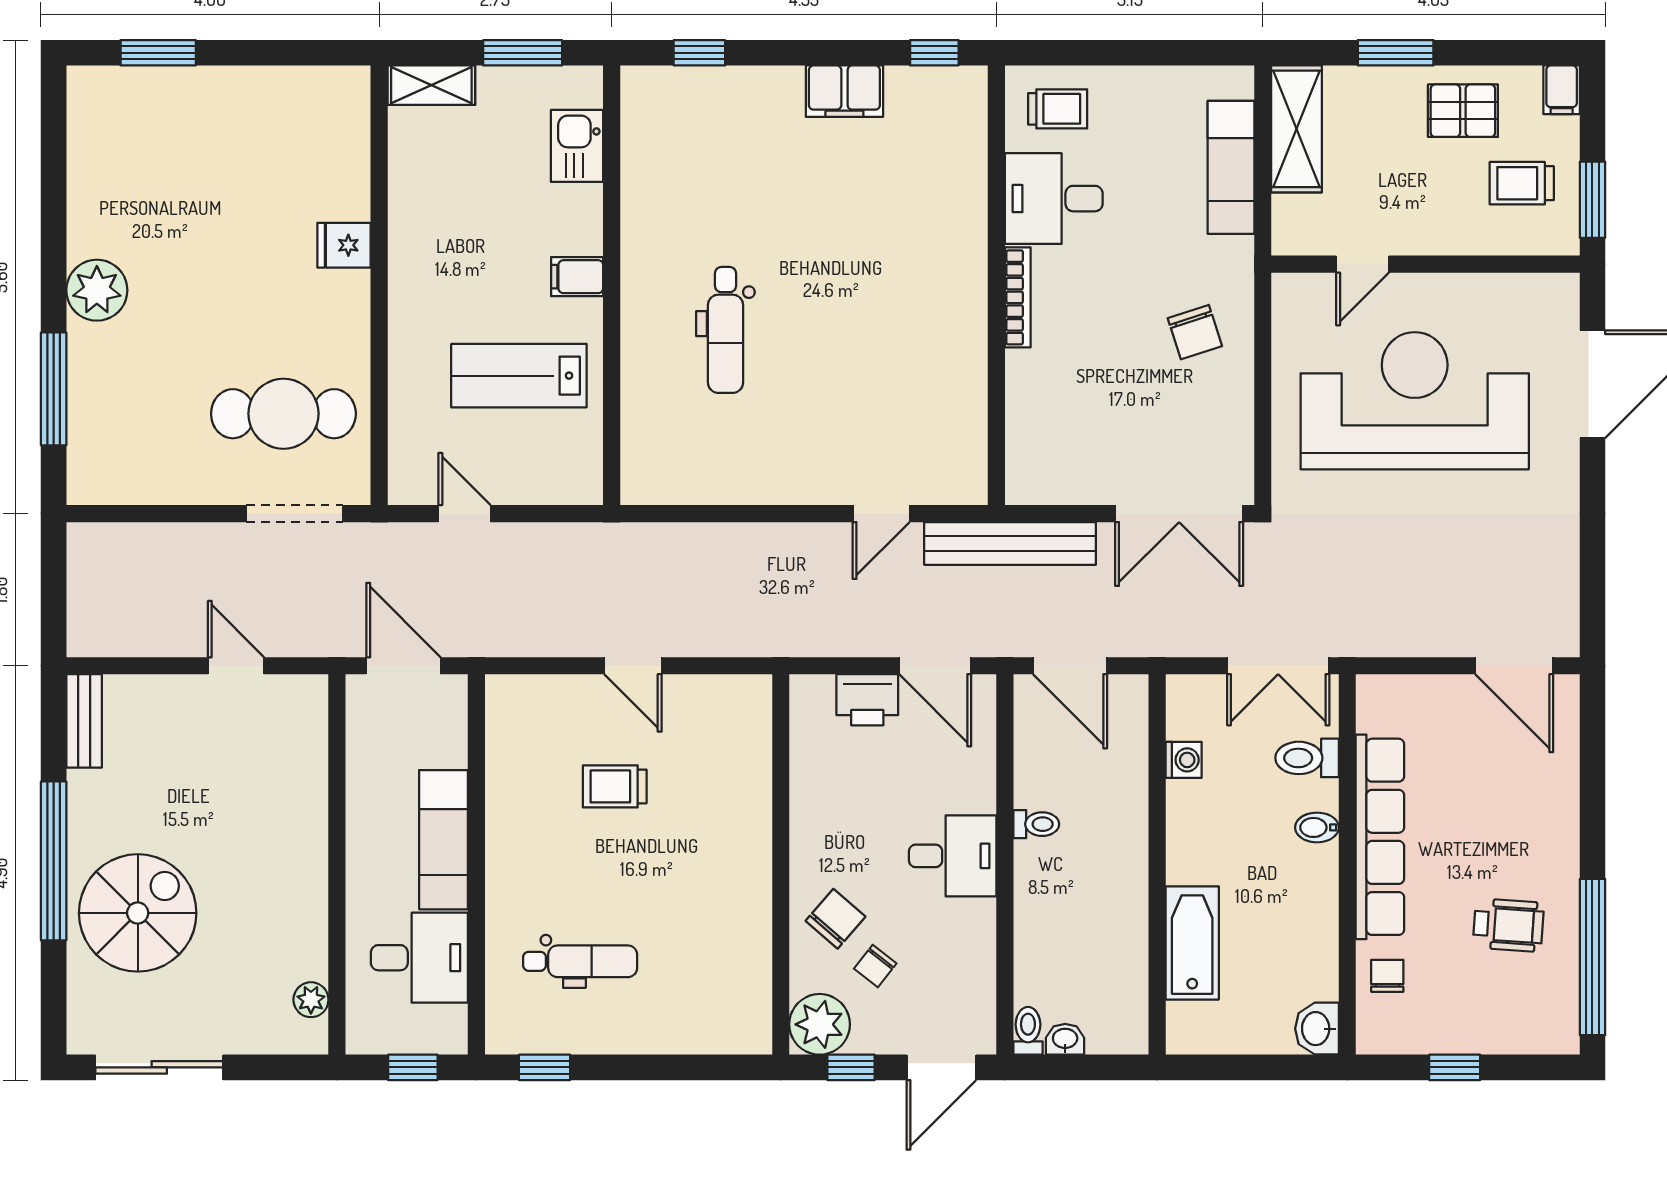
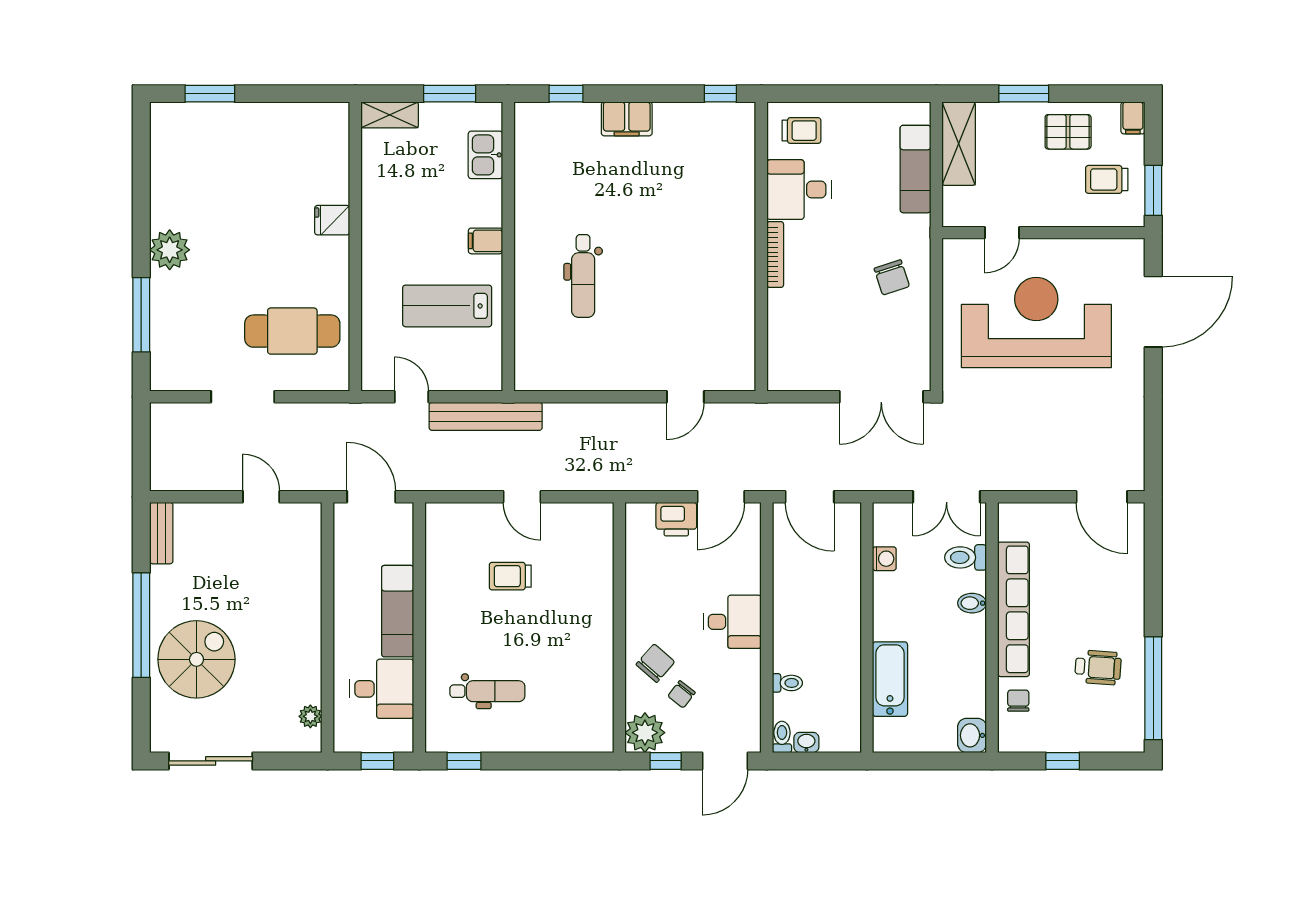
filing cabinet: (844, 91) -> (627, 119), moved
doorway: (295, 514) -> (243, 397), moved
bench: (1010, 543) -> (486, 416), moved
door: (935, 666) -> (721, 497), hinge flipped
toilet: (1036, 824) -> (787, 683), moved

